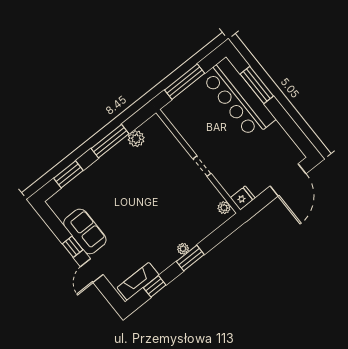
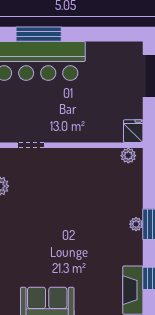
doorway: (202, 166) -> (31, 145), moved

